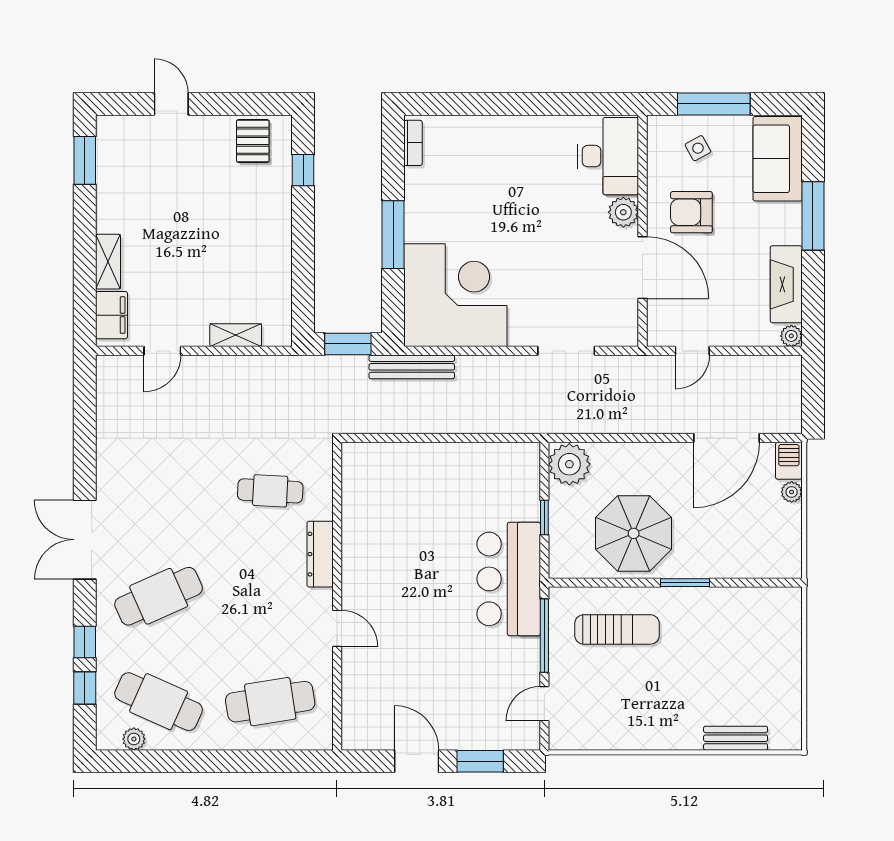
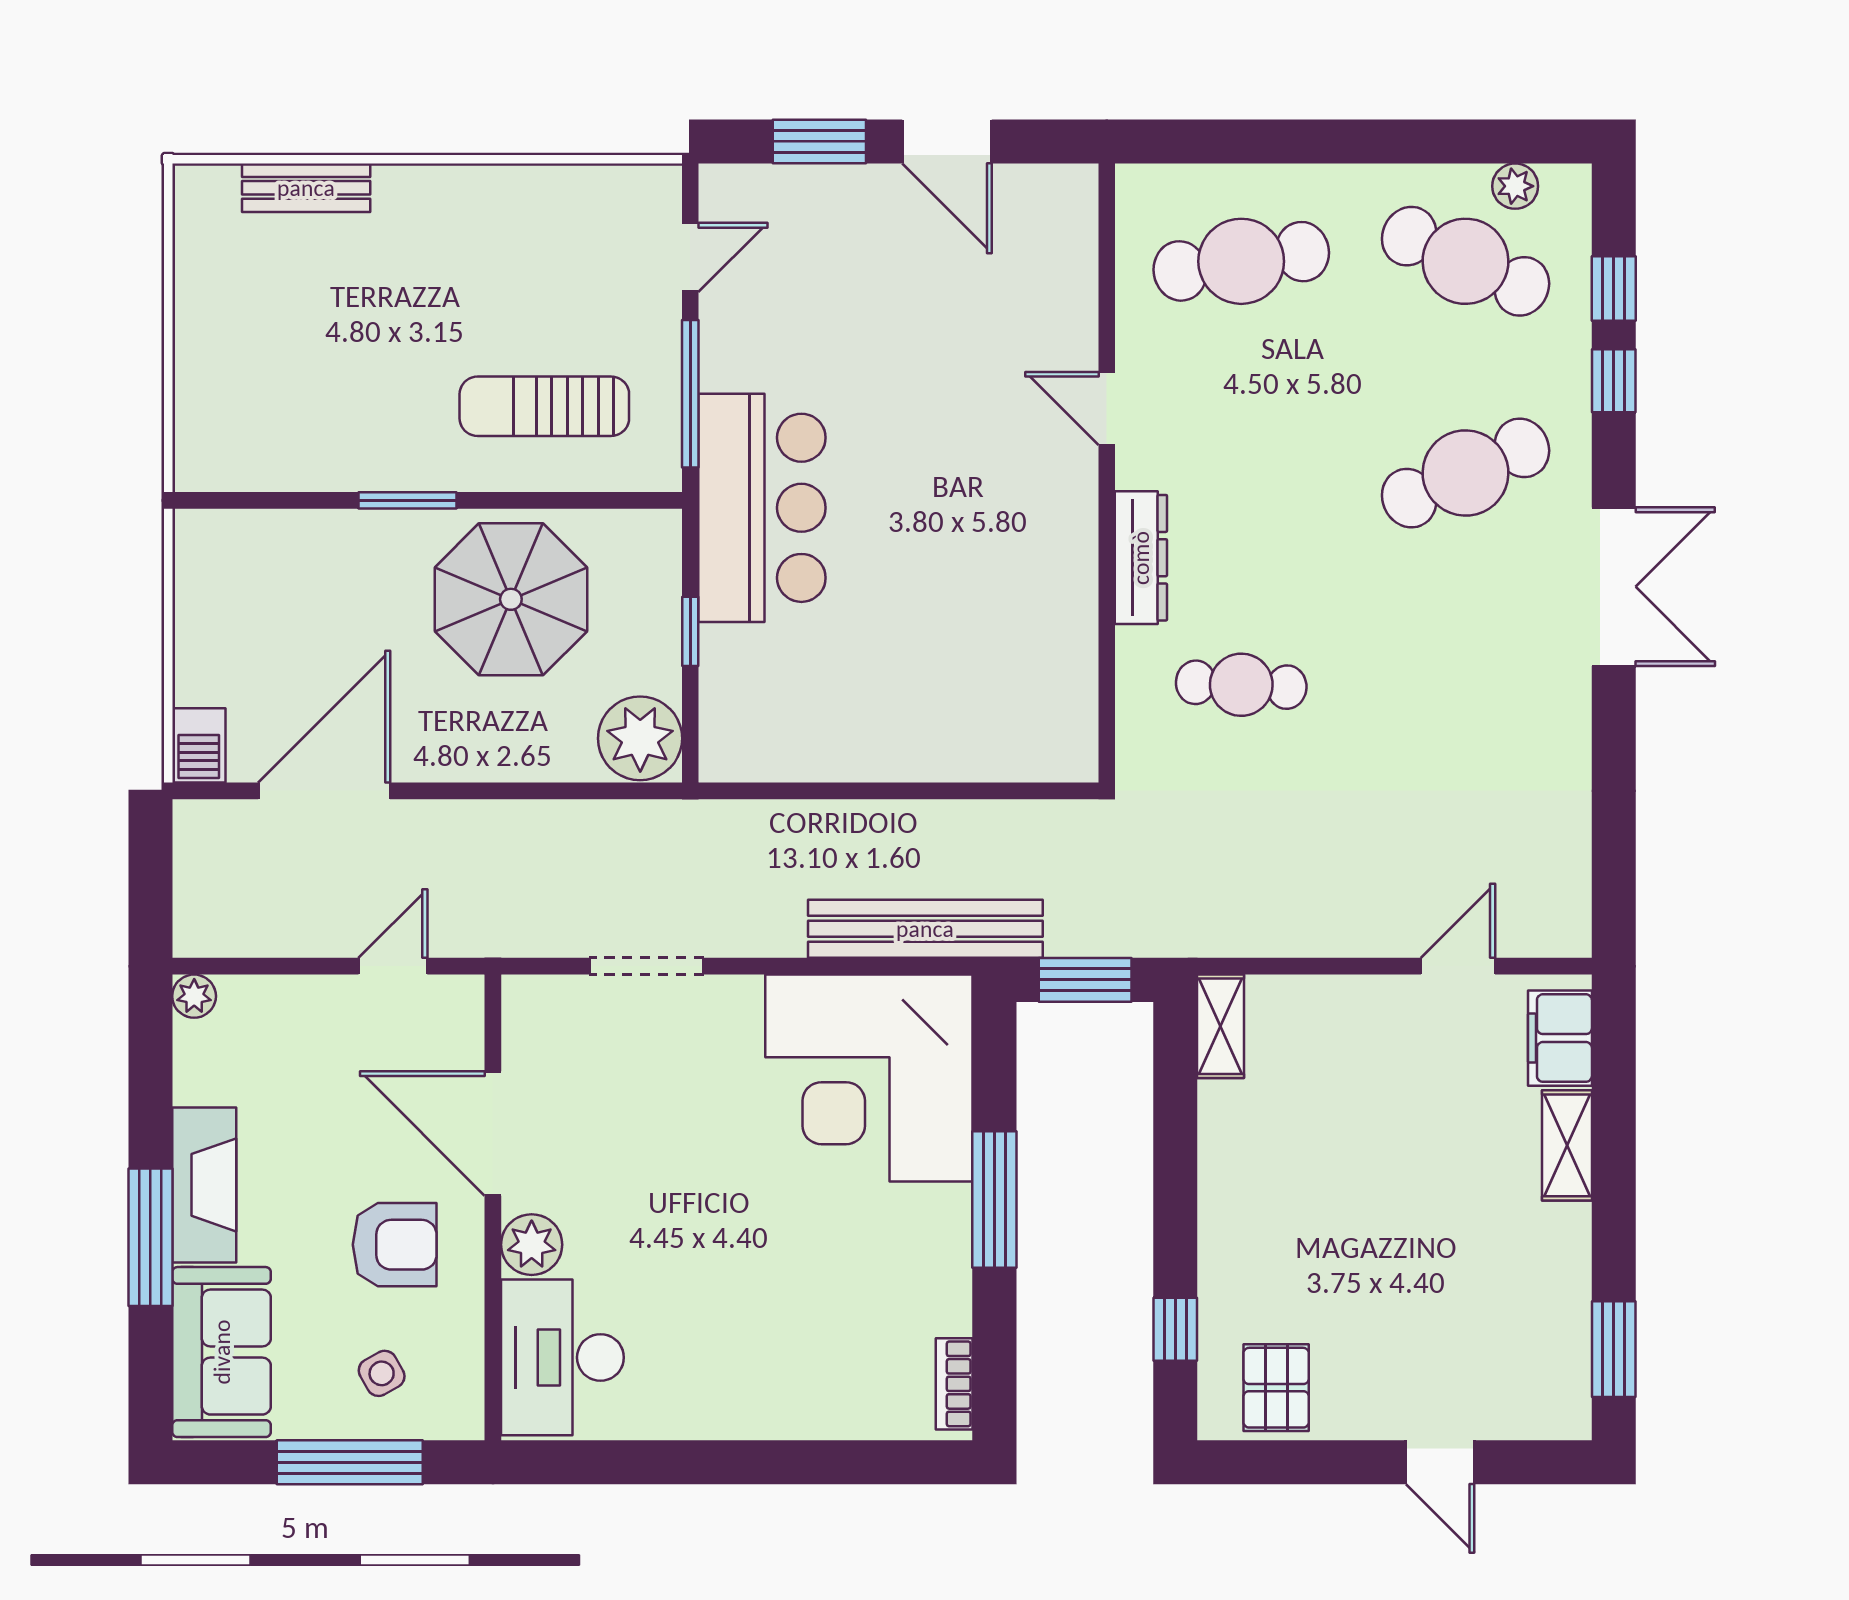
fireplace: (786, 284) -> (204, 1185), moved
shelving: (236, 335) -> (1220, 1026), moved, turned 90
bench: (412, 367) -> (925, 929), width x1.37, depth x1.21
plant: (792, 492) -> (193, 683), removed

